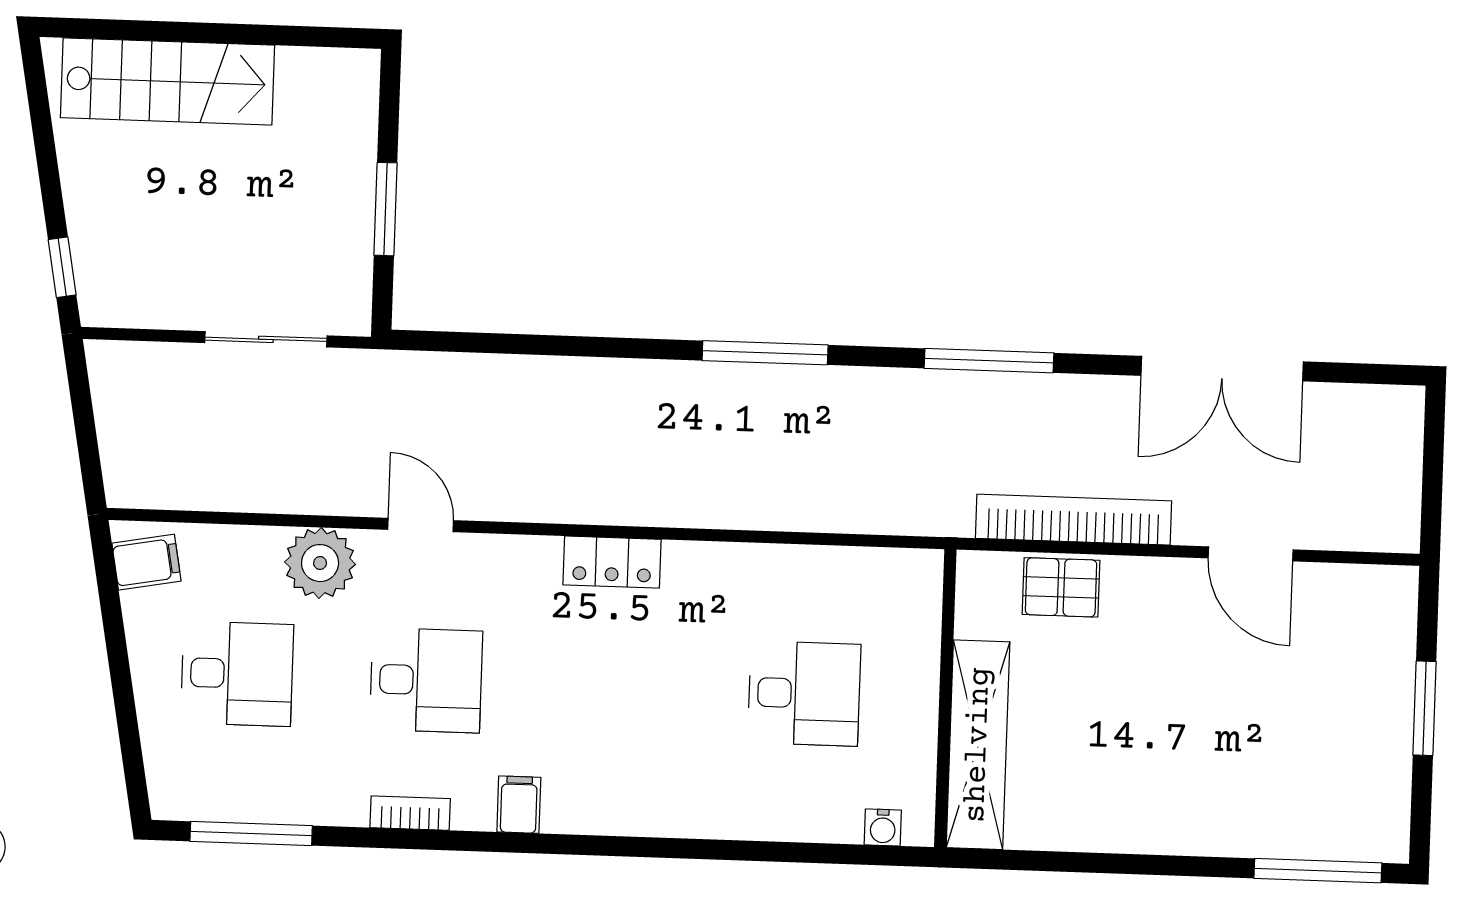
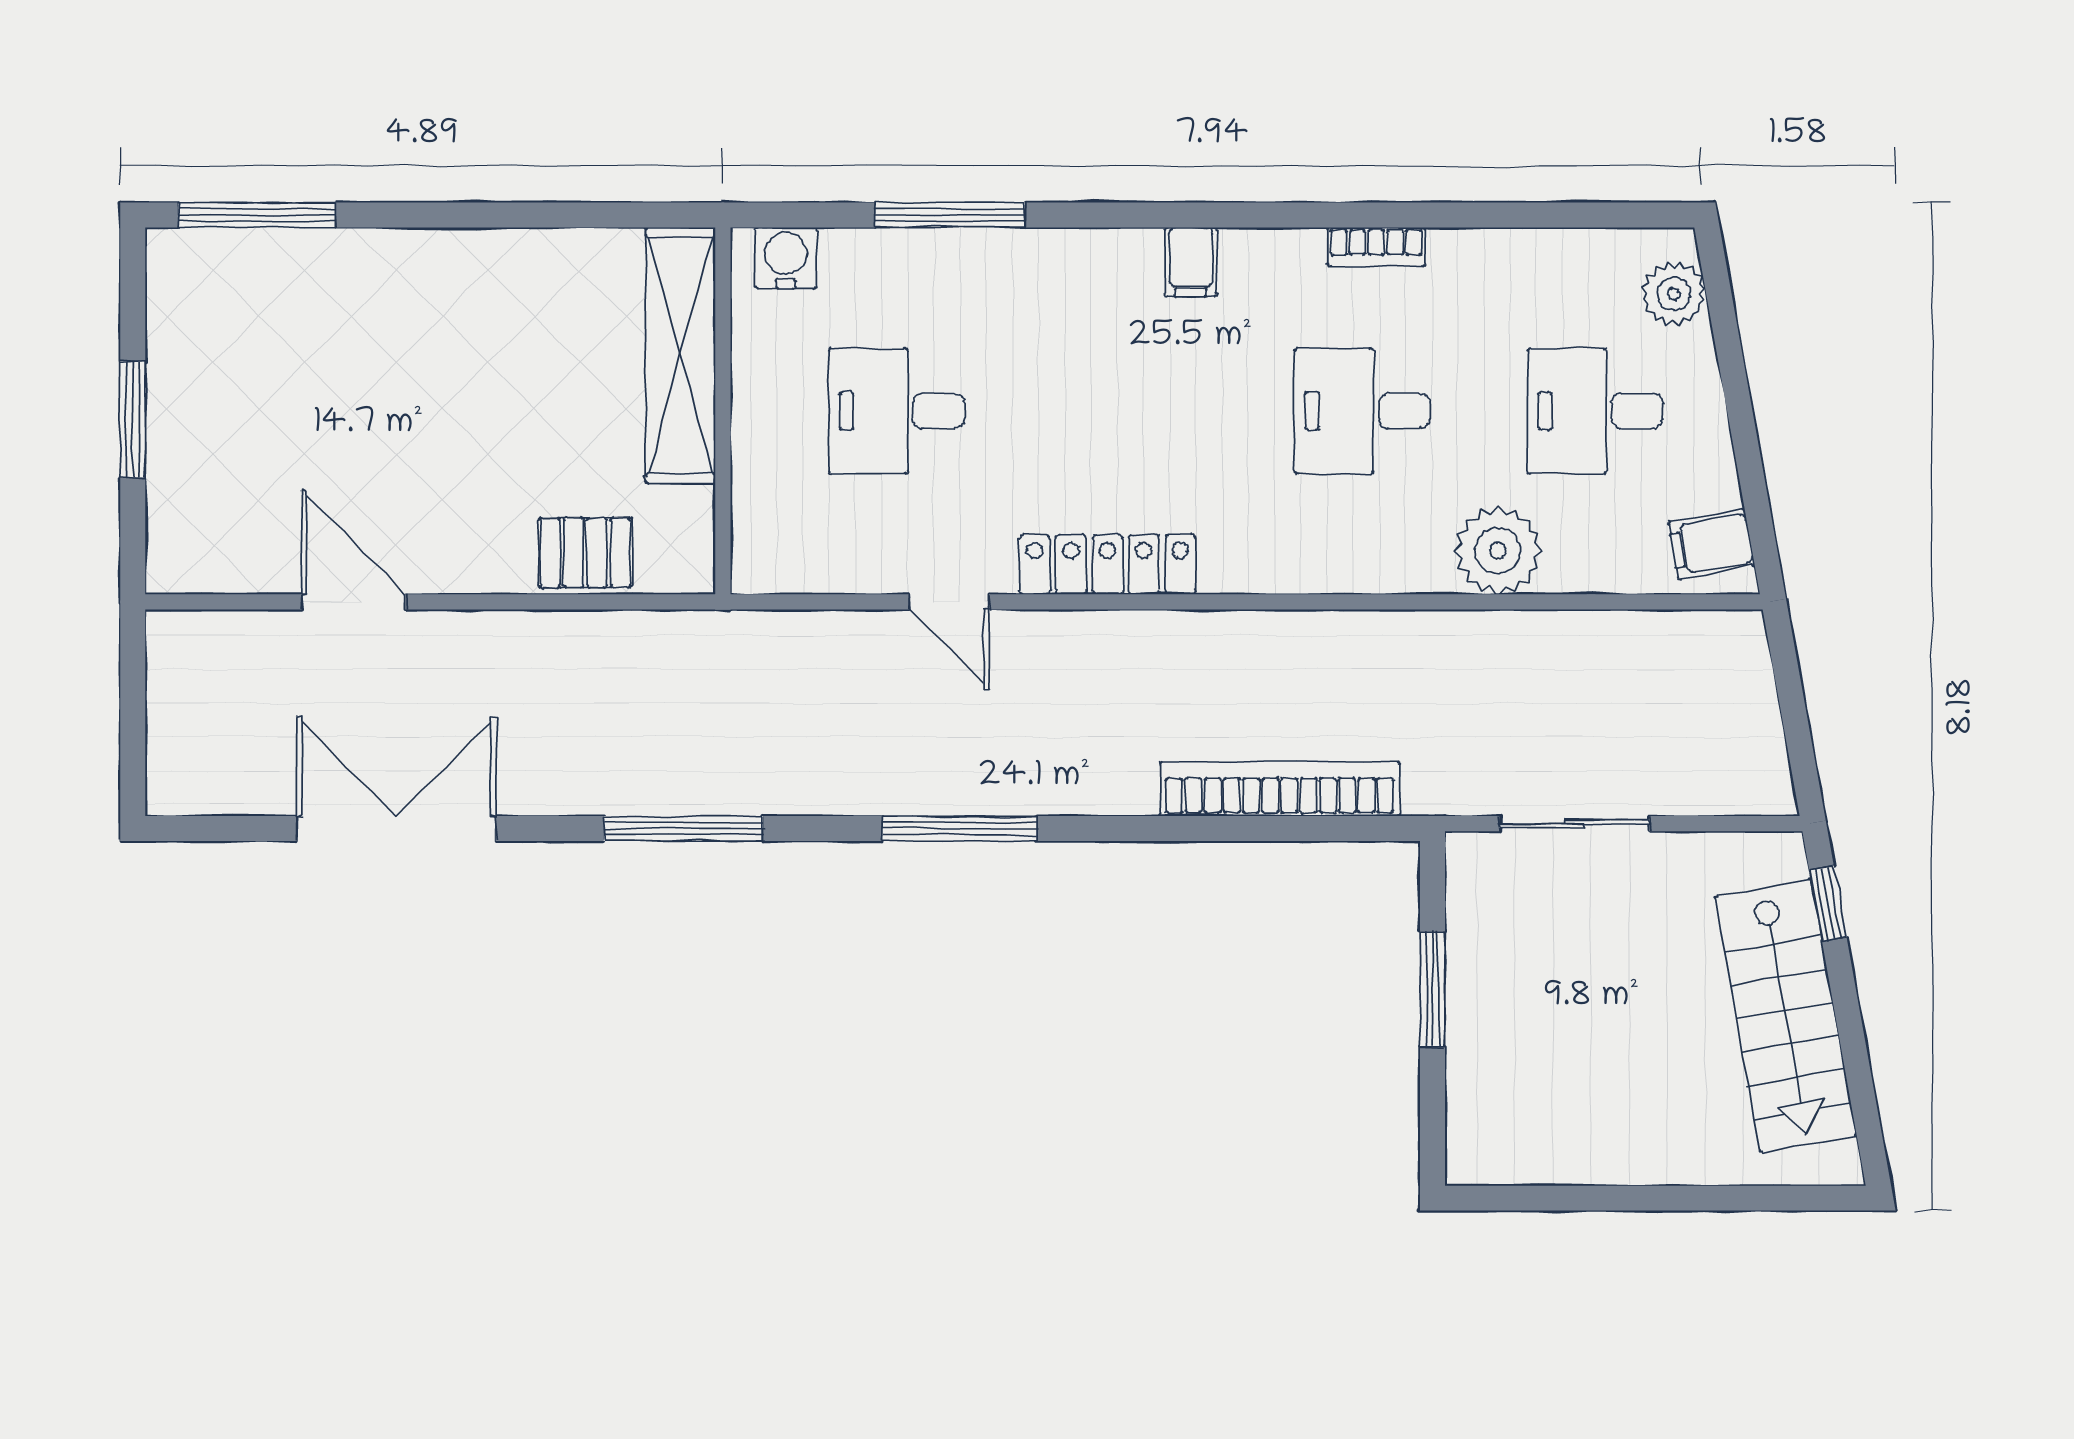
stairs: (167, 81) -> (1786, 1016), moved, turned -100
bookcase: (1074, 520) -> (1280, 789), moved, turned 180
door: (421, 525) -> (949, 602), moved
locker: (612, 562) -> (1107, 564), width x1.53
plant: (170, 766) -> (1674, 294), added
filing cabinet: (519, 805) -> (1191, 262), moved
water cooler: (883, 827) -> (786, 258), width x1.38, depth x1.38
window: (251, 833) -> (950, 215), moved

